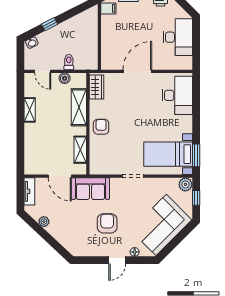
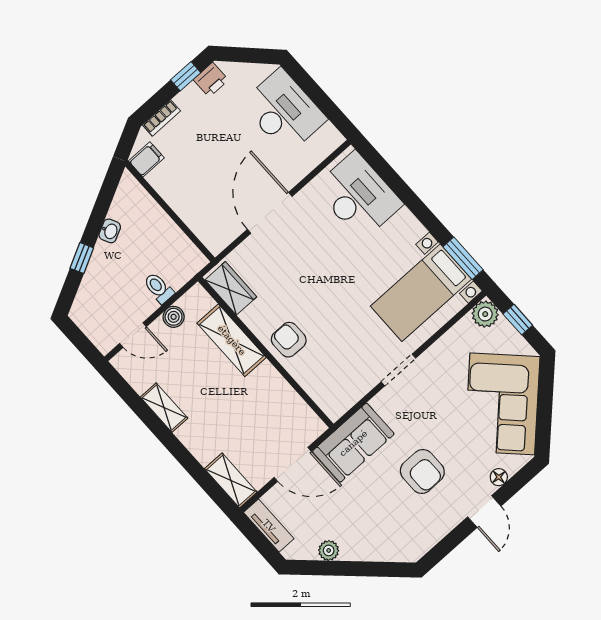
washbasin: (32, 43) -> (110, 231), moved
shelving: (80, 150) -> (231, 480), moved
armchair: (107, 223) -> (422, 471), turned 180

